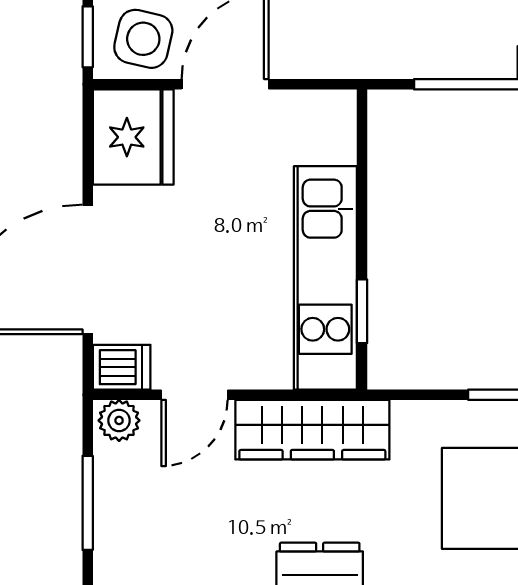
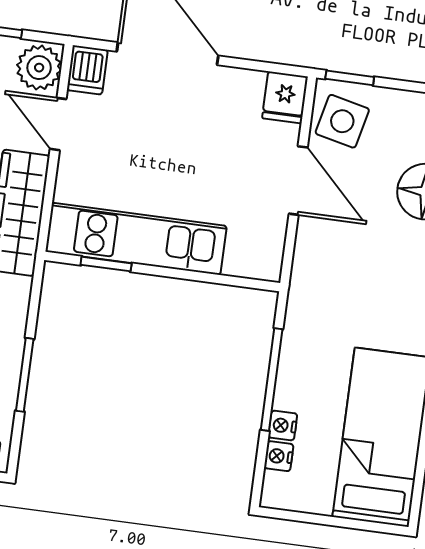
fridge: (133, 137) -> (285, 97), width x0.53, depth x0.75
plant: (119, 420) -> (39, 68), width x1.38, depth x1.38

